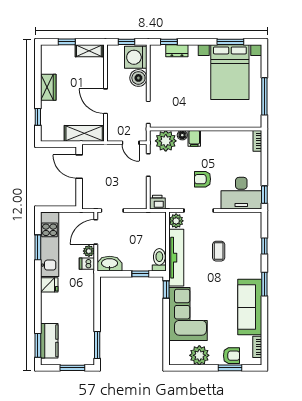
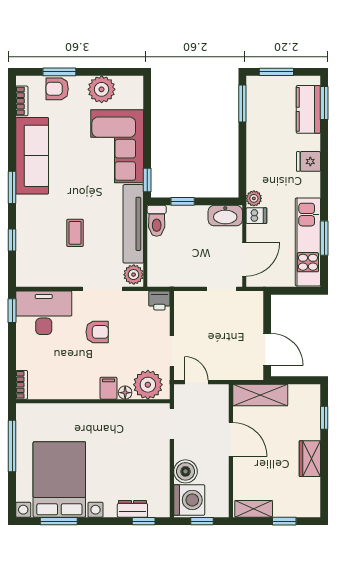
plant: (89, 251) -> (254, 198), moved
fridge: (49, 285) -> (308, 161), moved

